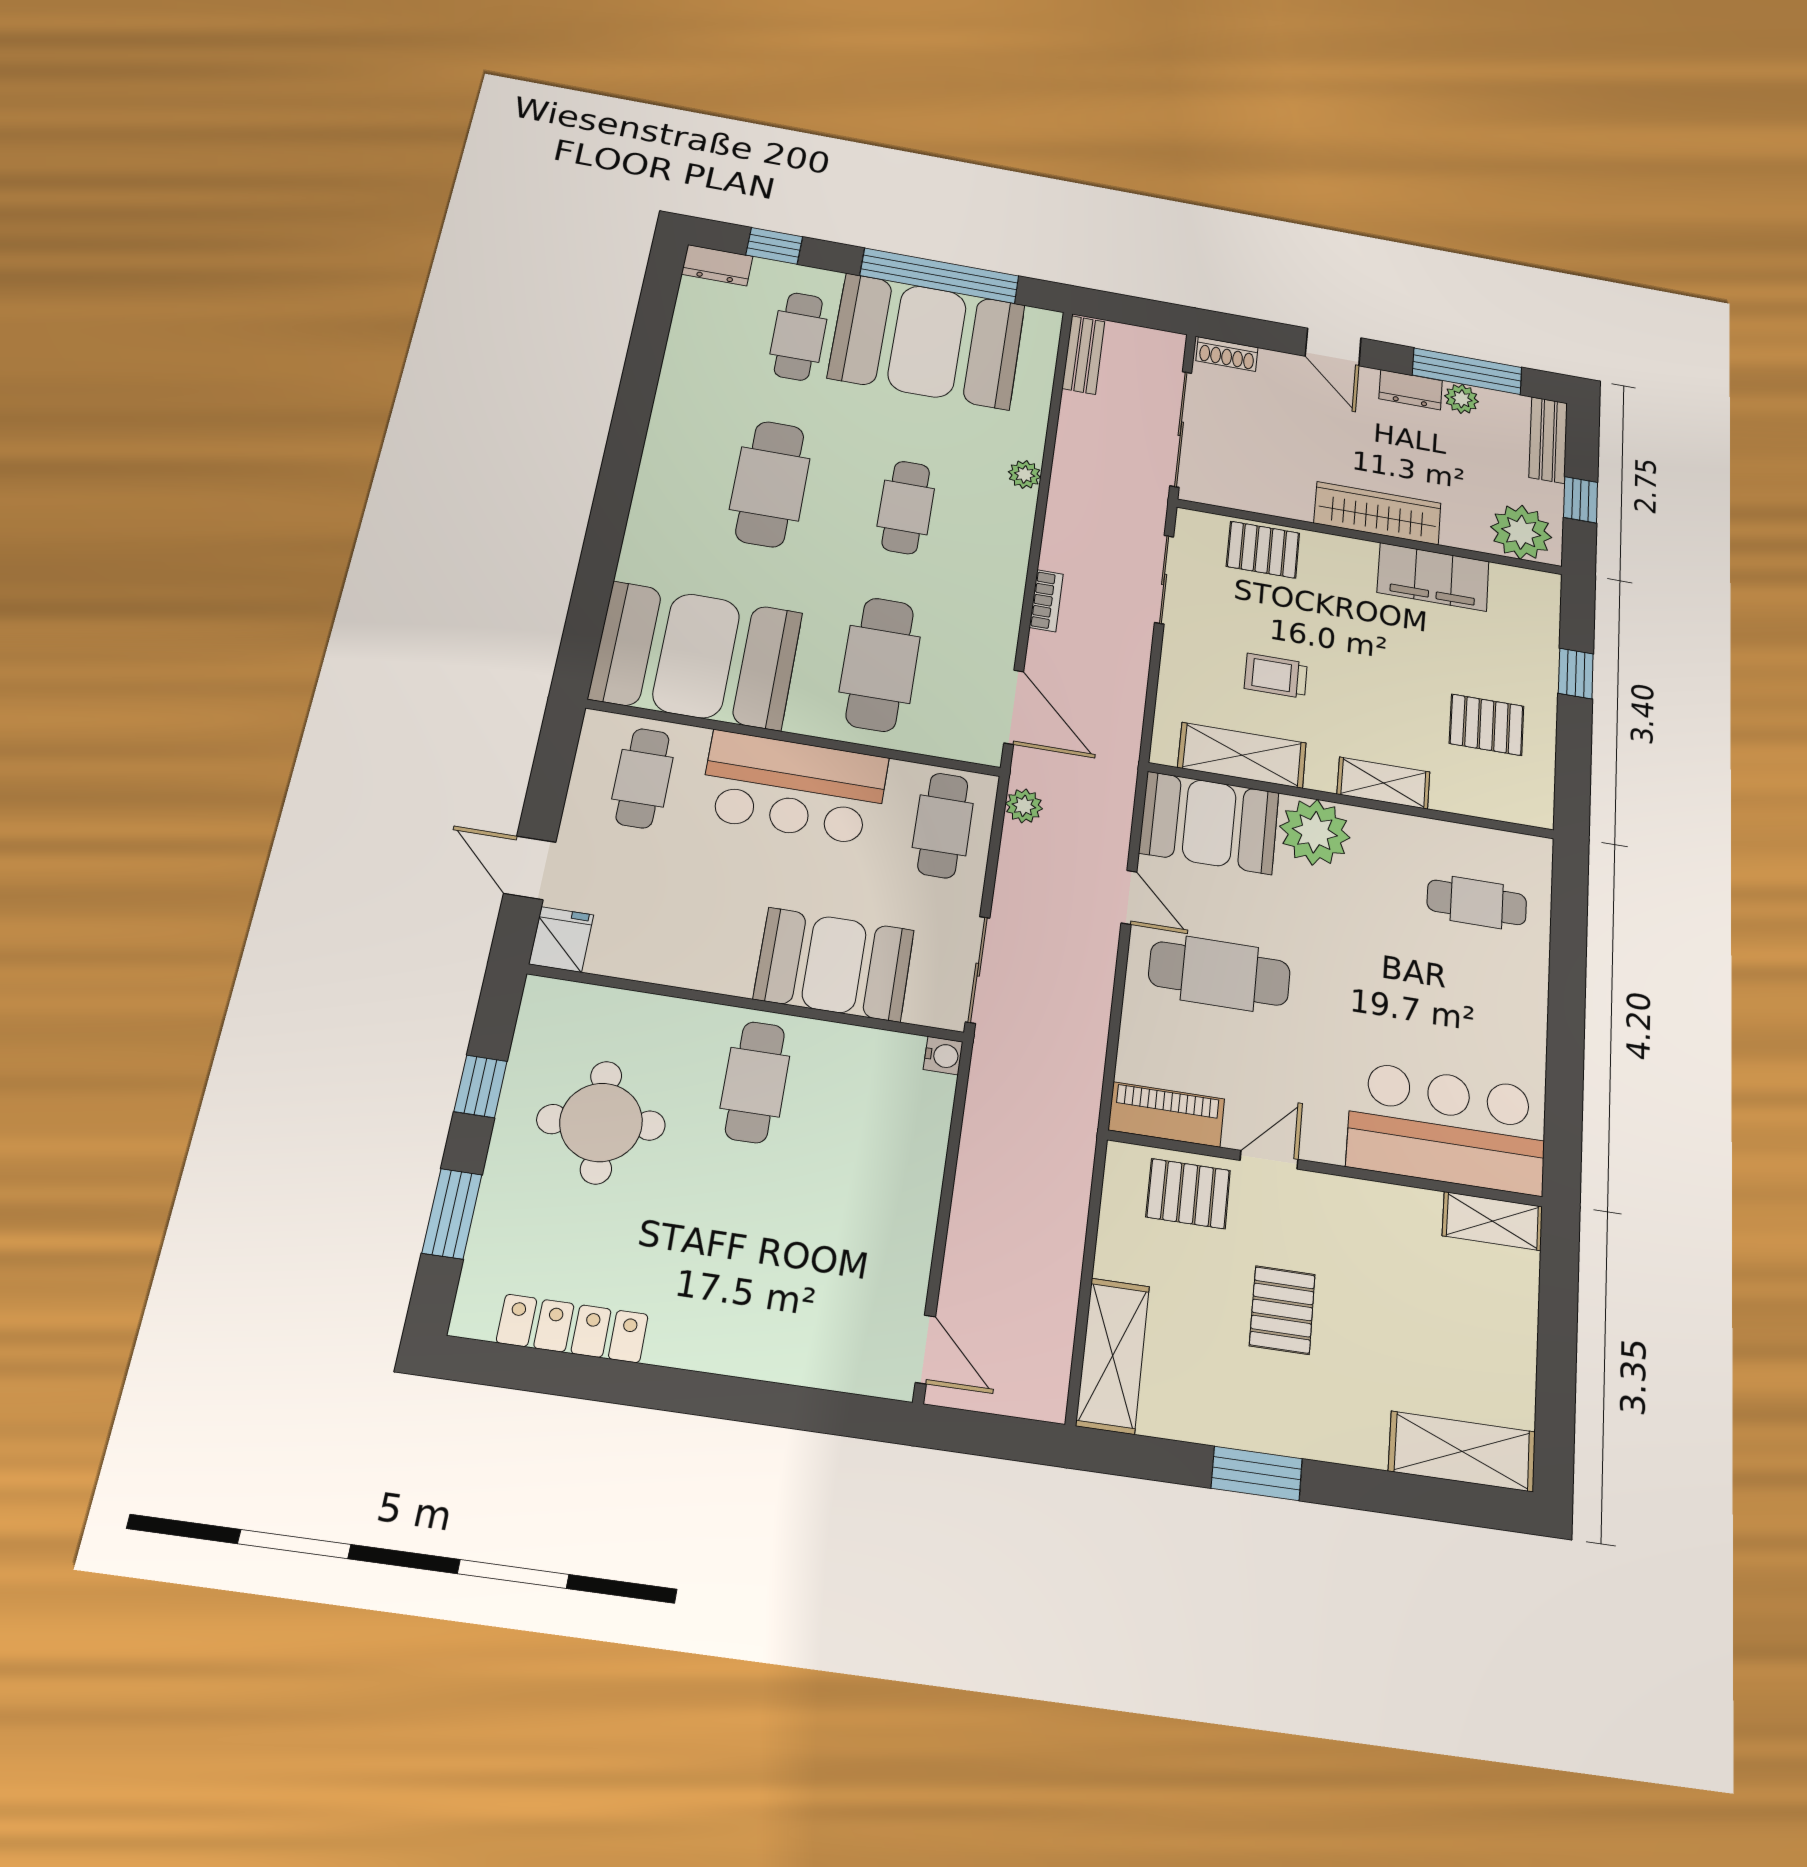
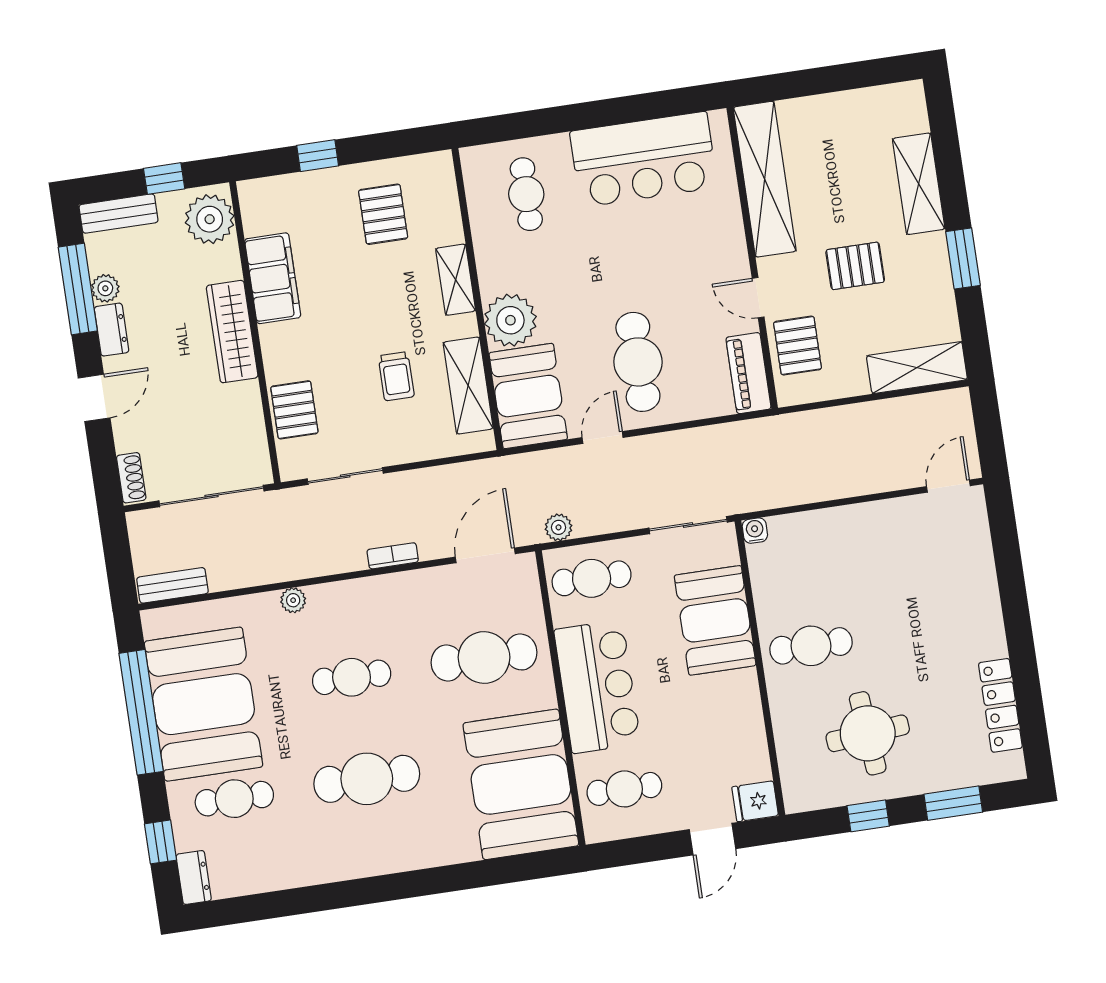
bar counter: (1447, 1128) -> (644, 159), moved, turned -90
shelving: (1492, 1221) -> (765, 179), width x2.20, depth x1.33
shelving: (1462, 1451) -> (919, 184), moved

